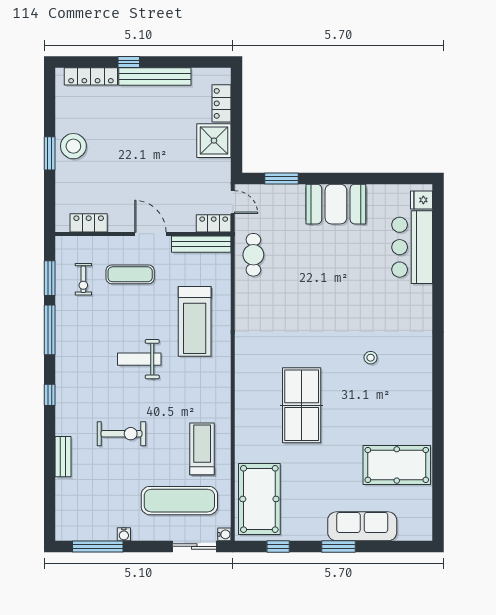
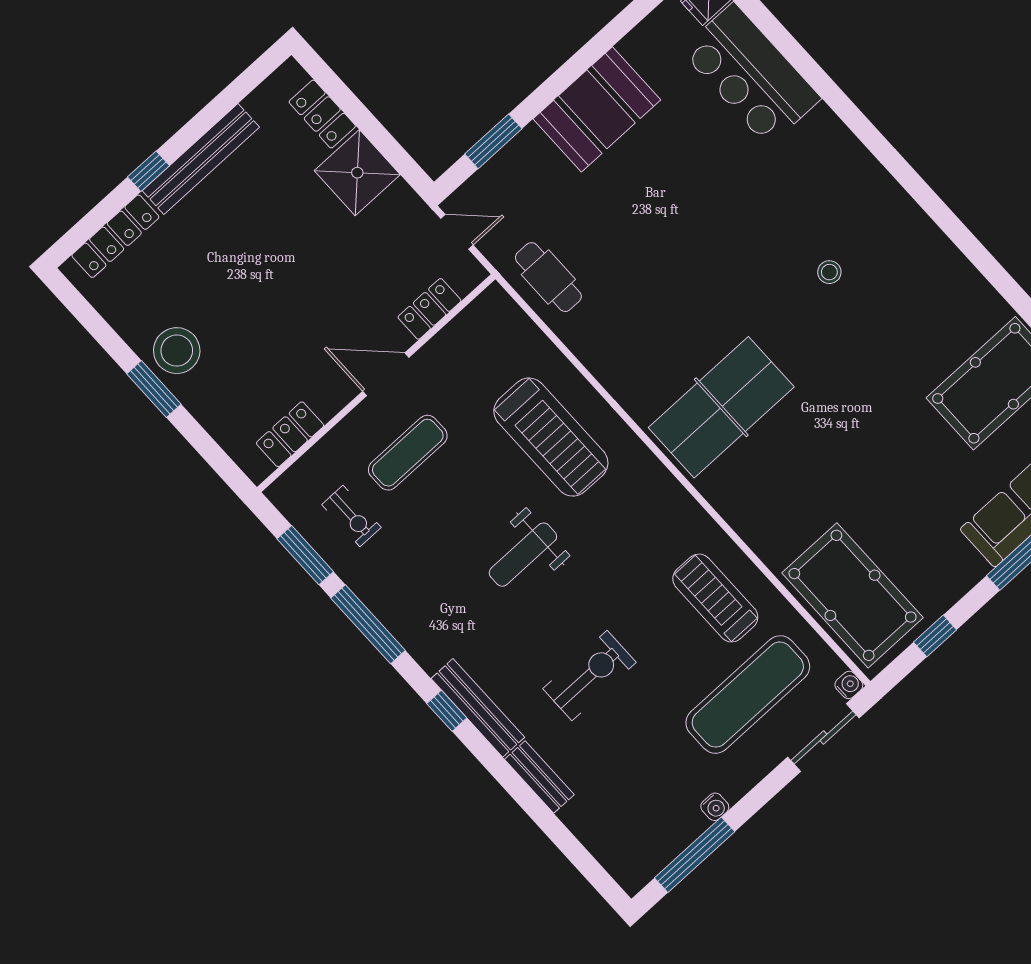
locker: (214, 223) -> (429, 309), moved
bench: (201, 244) -> (478, 708), moved, turned 90
table tennis table: (302, 405) -> (721, 407), moved, turned 90

